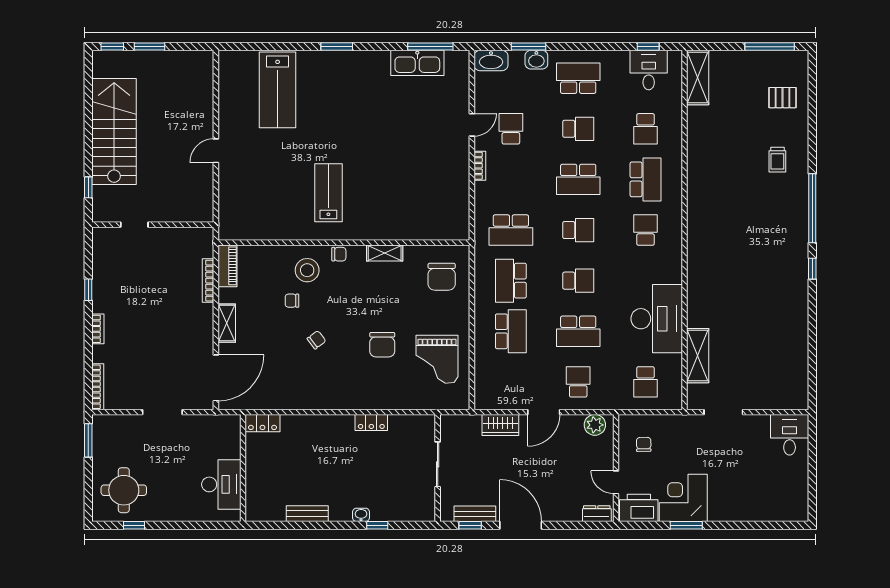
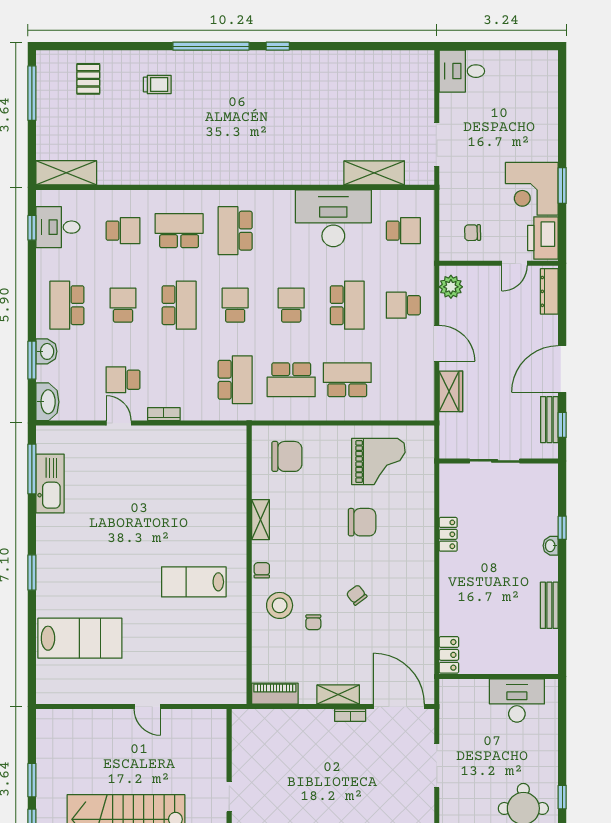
school desk: (646, 230) -> (235, 231), width x1.85
bookcase: (208, 281) -> (350, 715), moved, width x0.64
dresser: (597, 514) -> (549, 291), width x1.44

